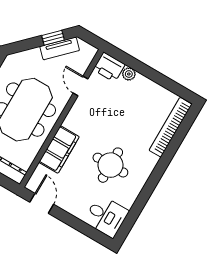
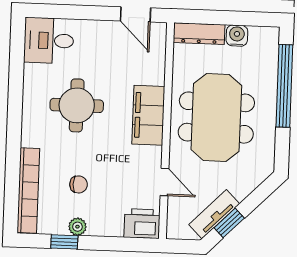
plant: (129, 74) -> (77, 227), moved
window: (165, 82) -> (64, 242), added
chair: (136, 114) -> (79, 184), added
filing cabinet: (59, 150) -> (148, 115), moved

